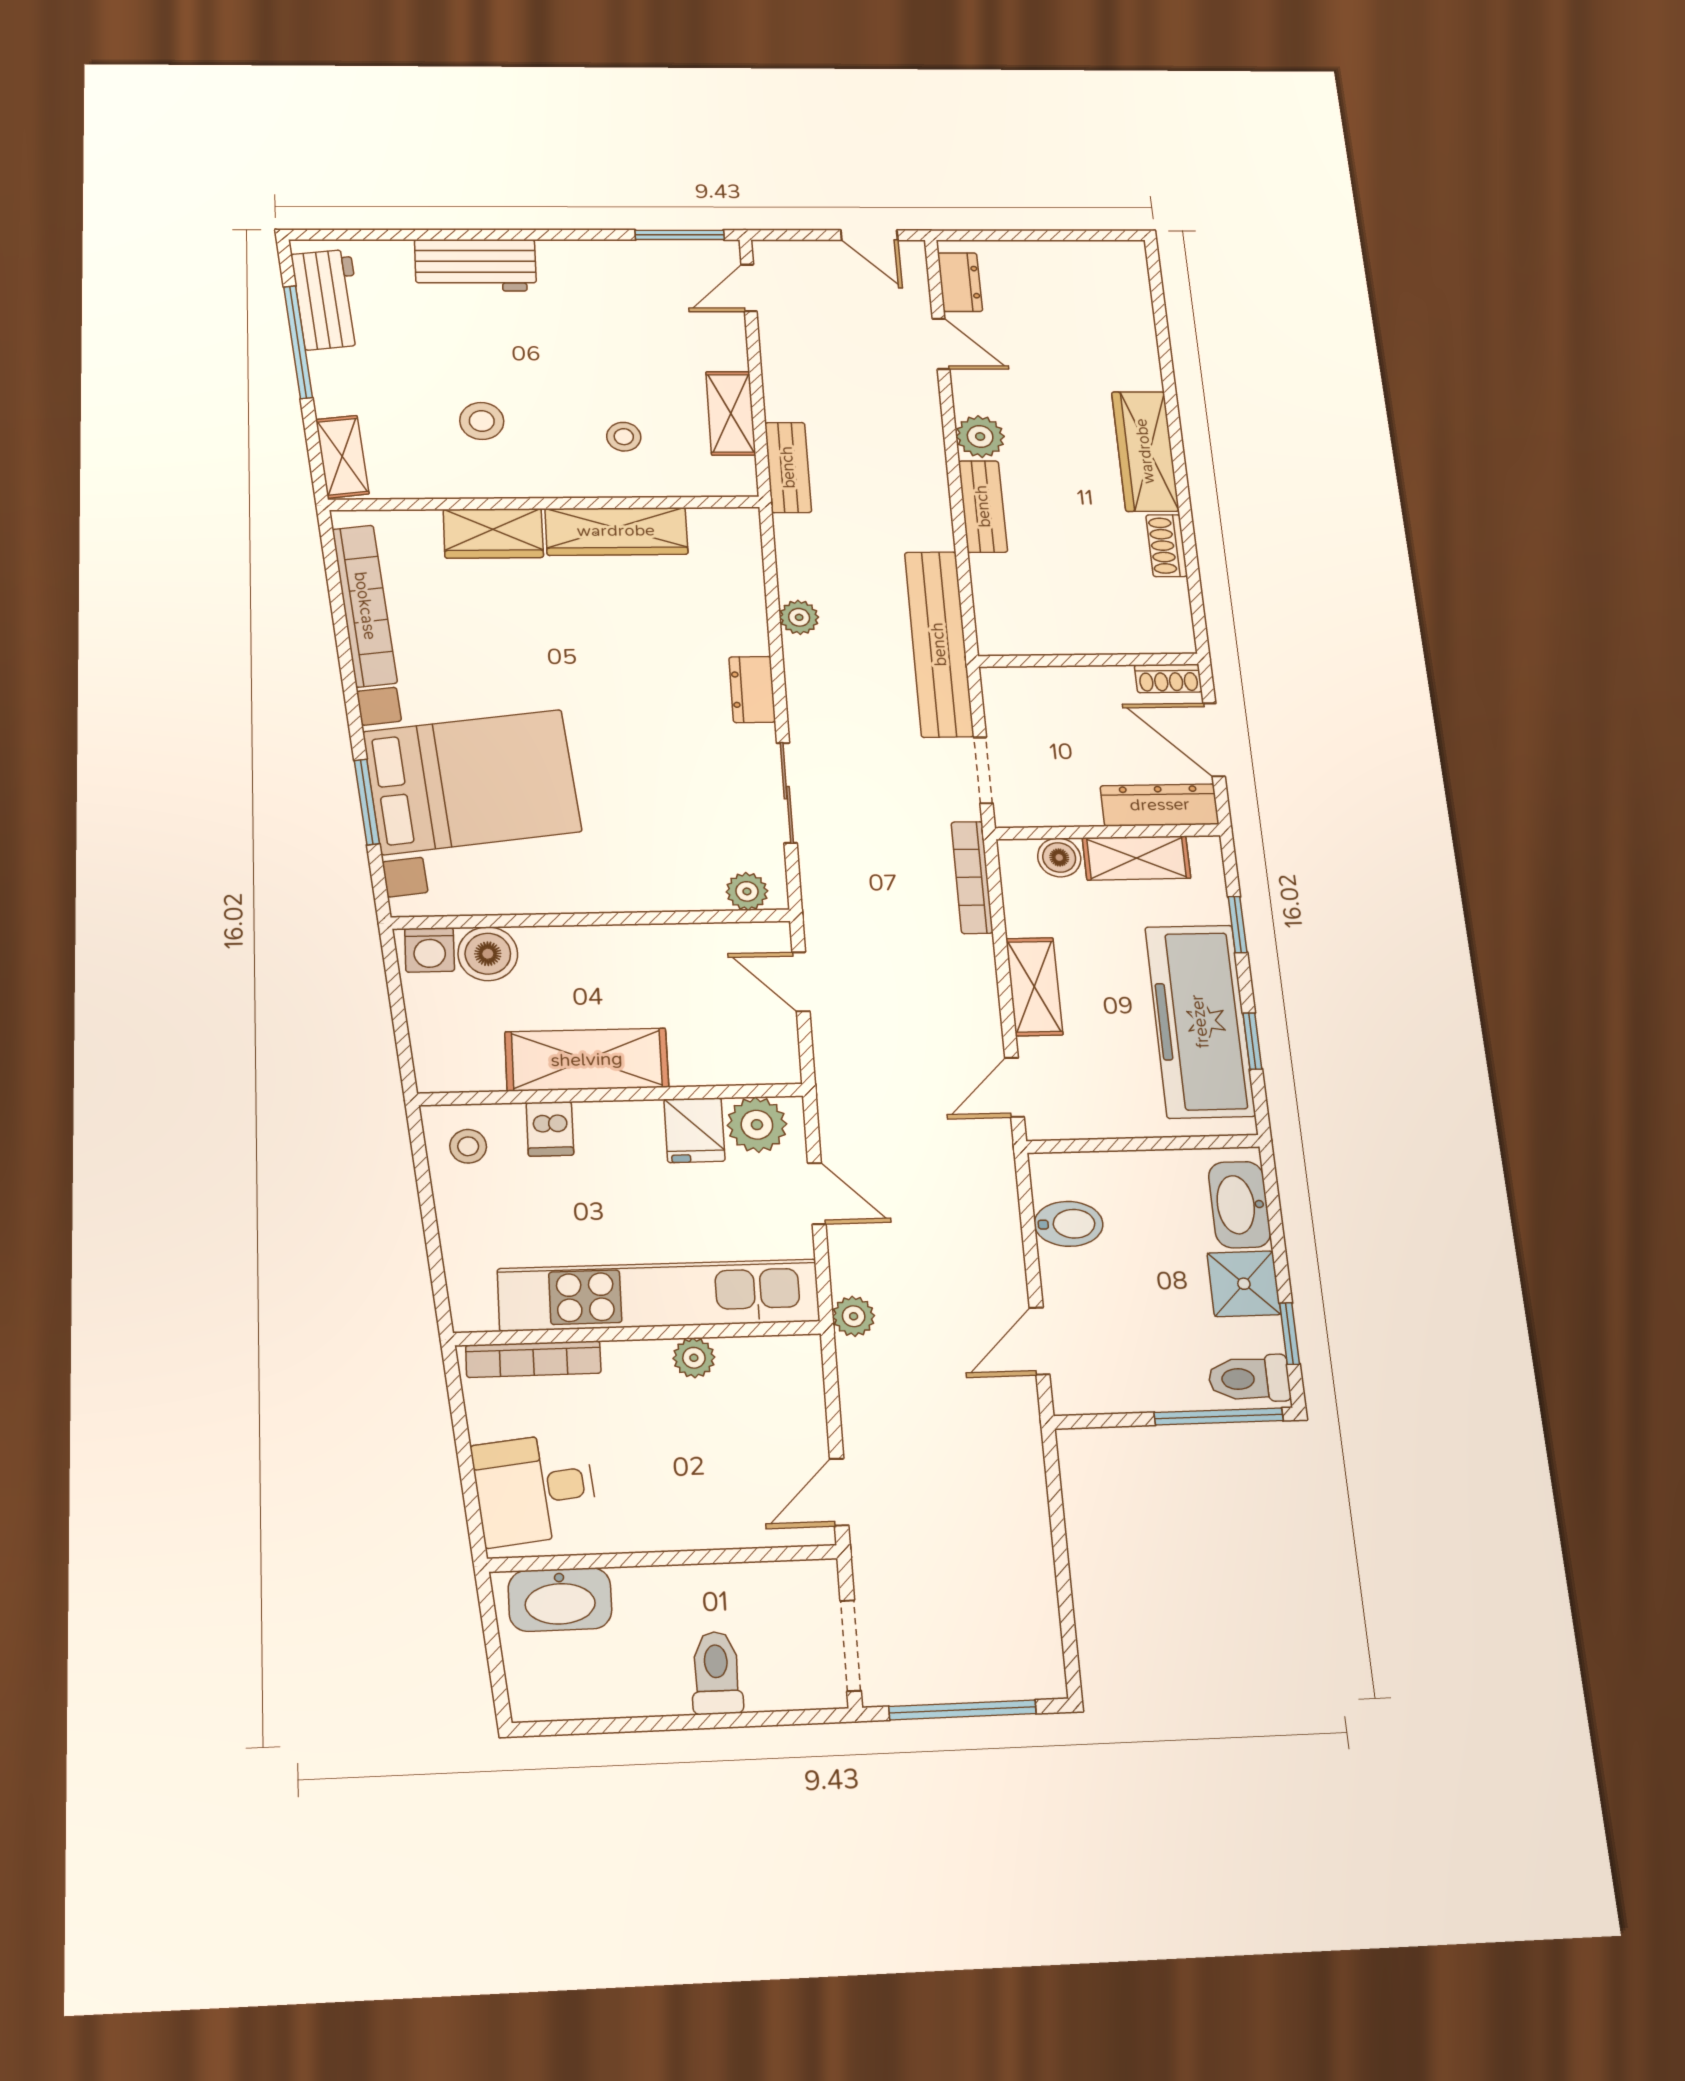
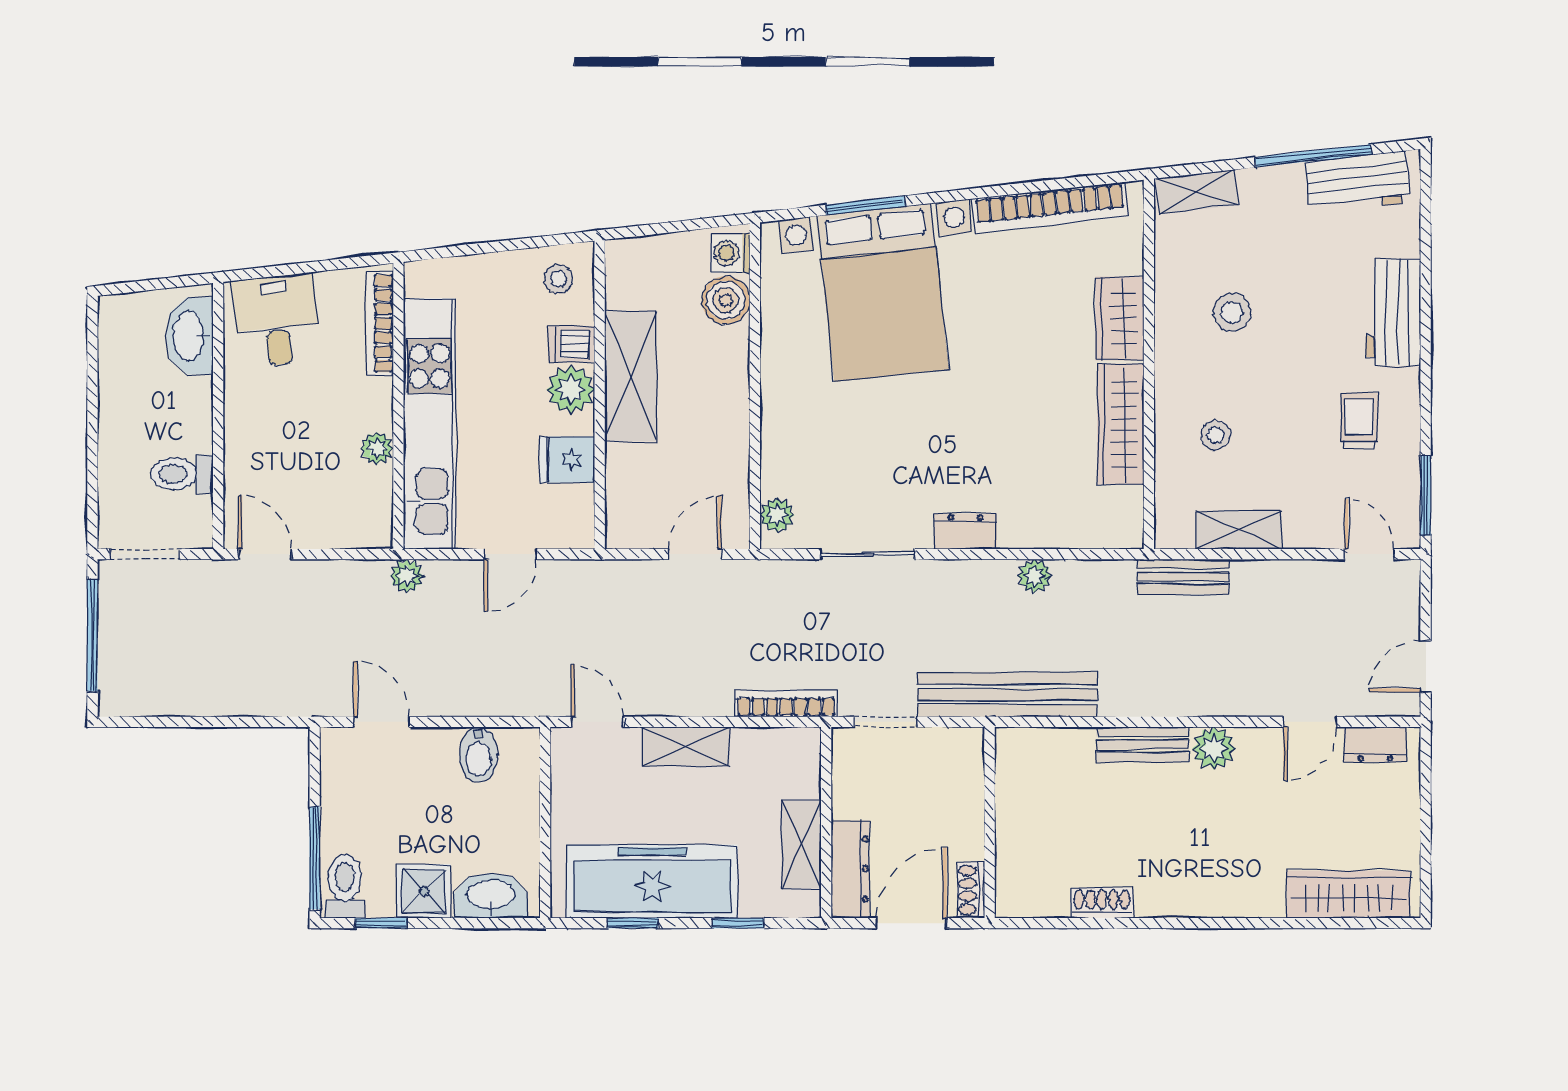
trolley: (600, 297) -> (1359, 421), added
wardrobe: (1145, 451) -> (1349, 894), moved
boiler: (1059, 857) -> (803, 779), removed
plant: (757, 1125) -> (571, 390), moved
toilet: (716, 1673) -> (182, 474), moved, turned 180

